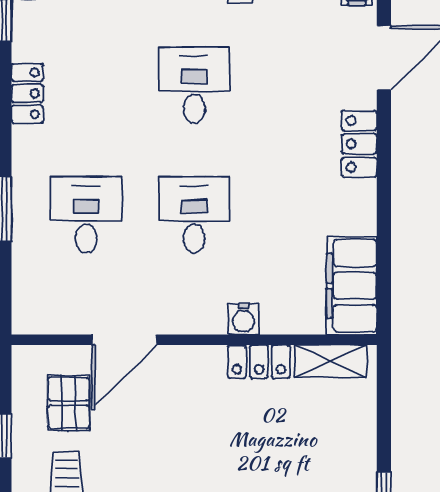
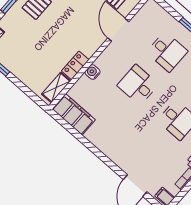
locker: (359, 144) -> (115, 155), removed
desk: (194, 215) -> (138, 85), turned 180

